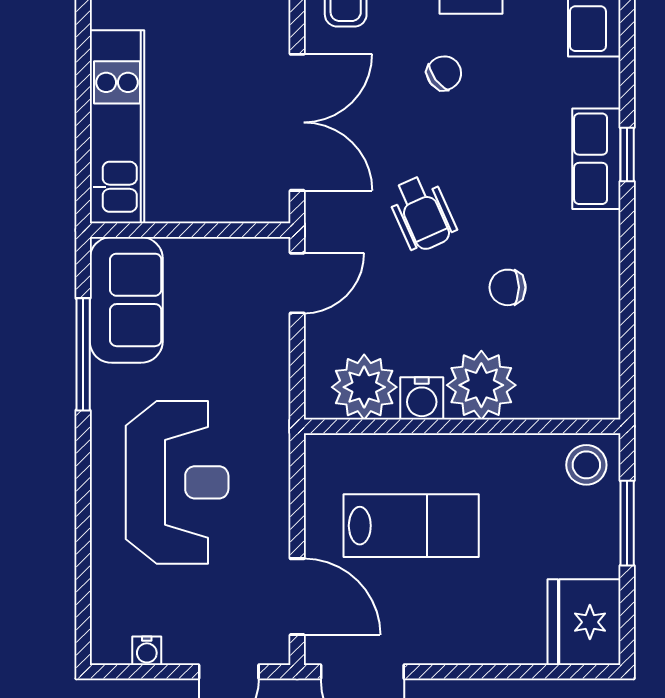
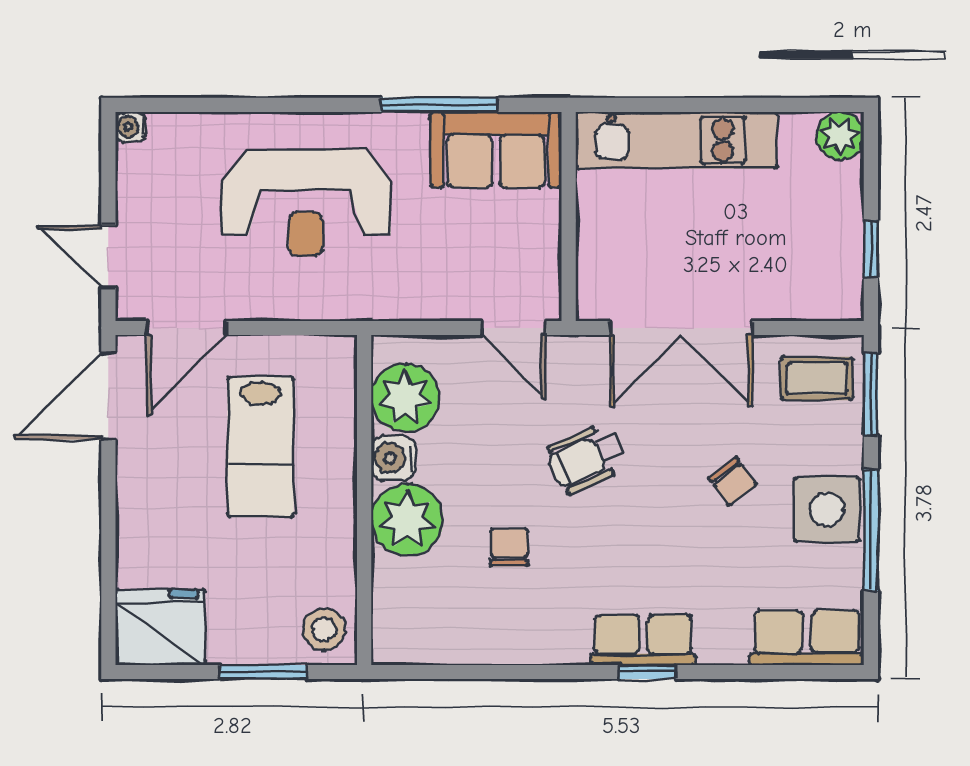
water cooler: (147, 651) -> (130, 127), moved

